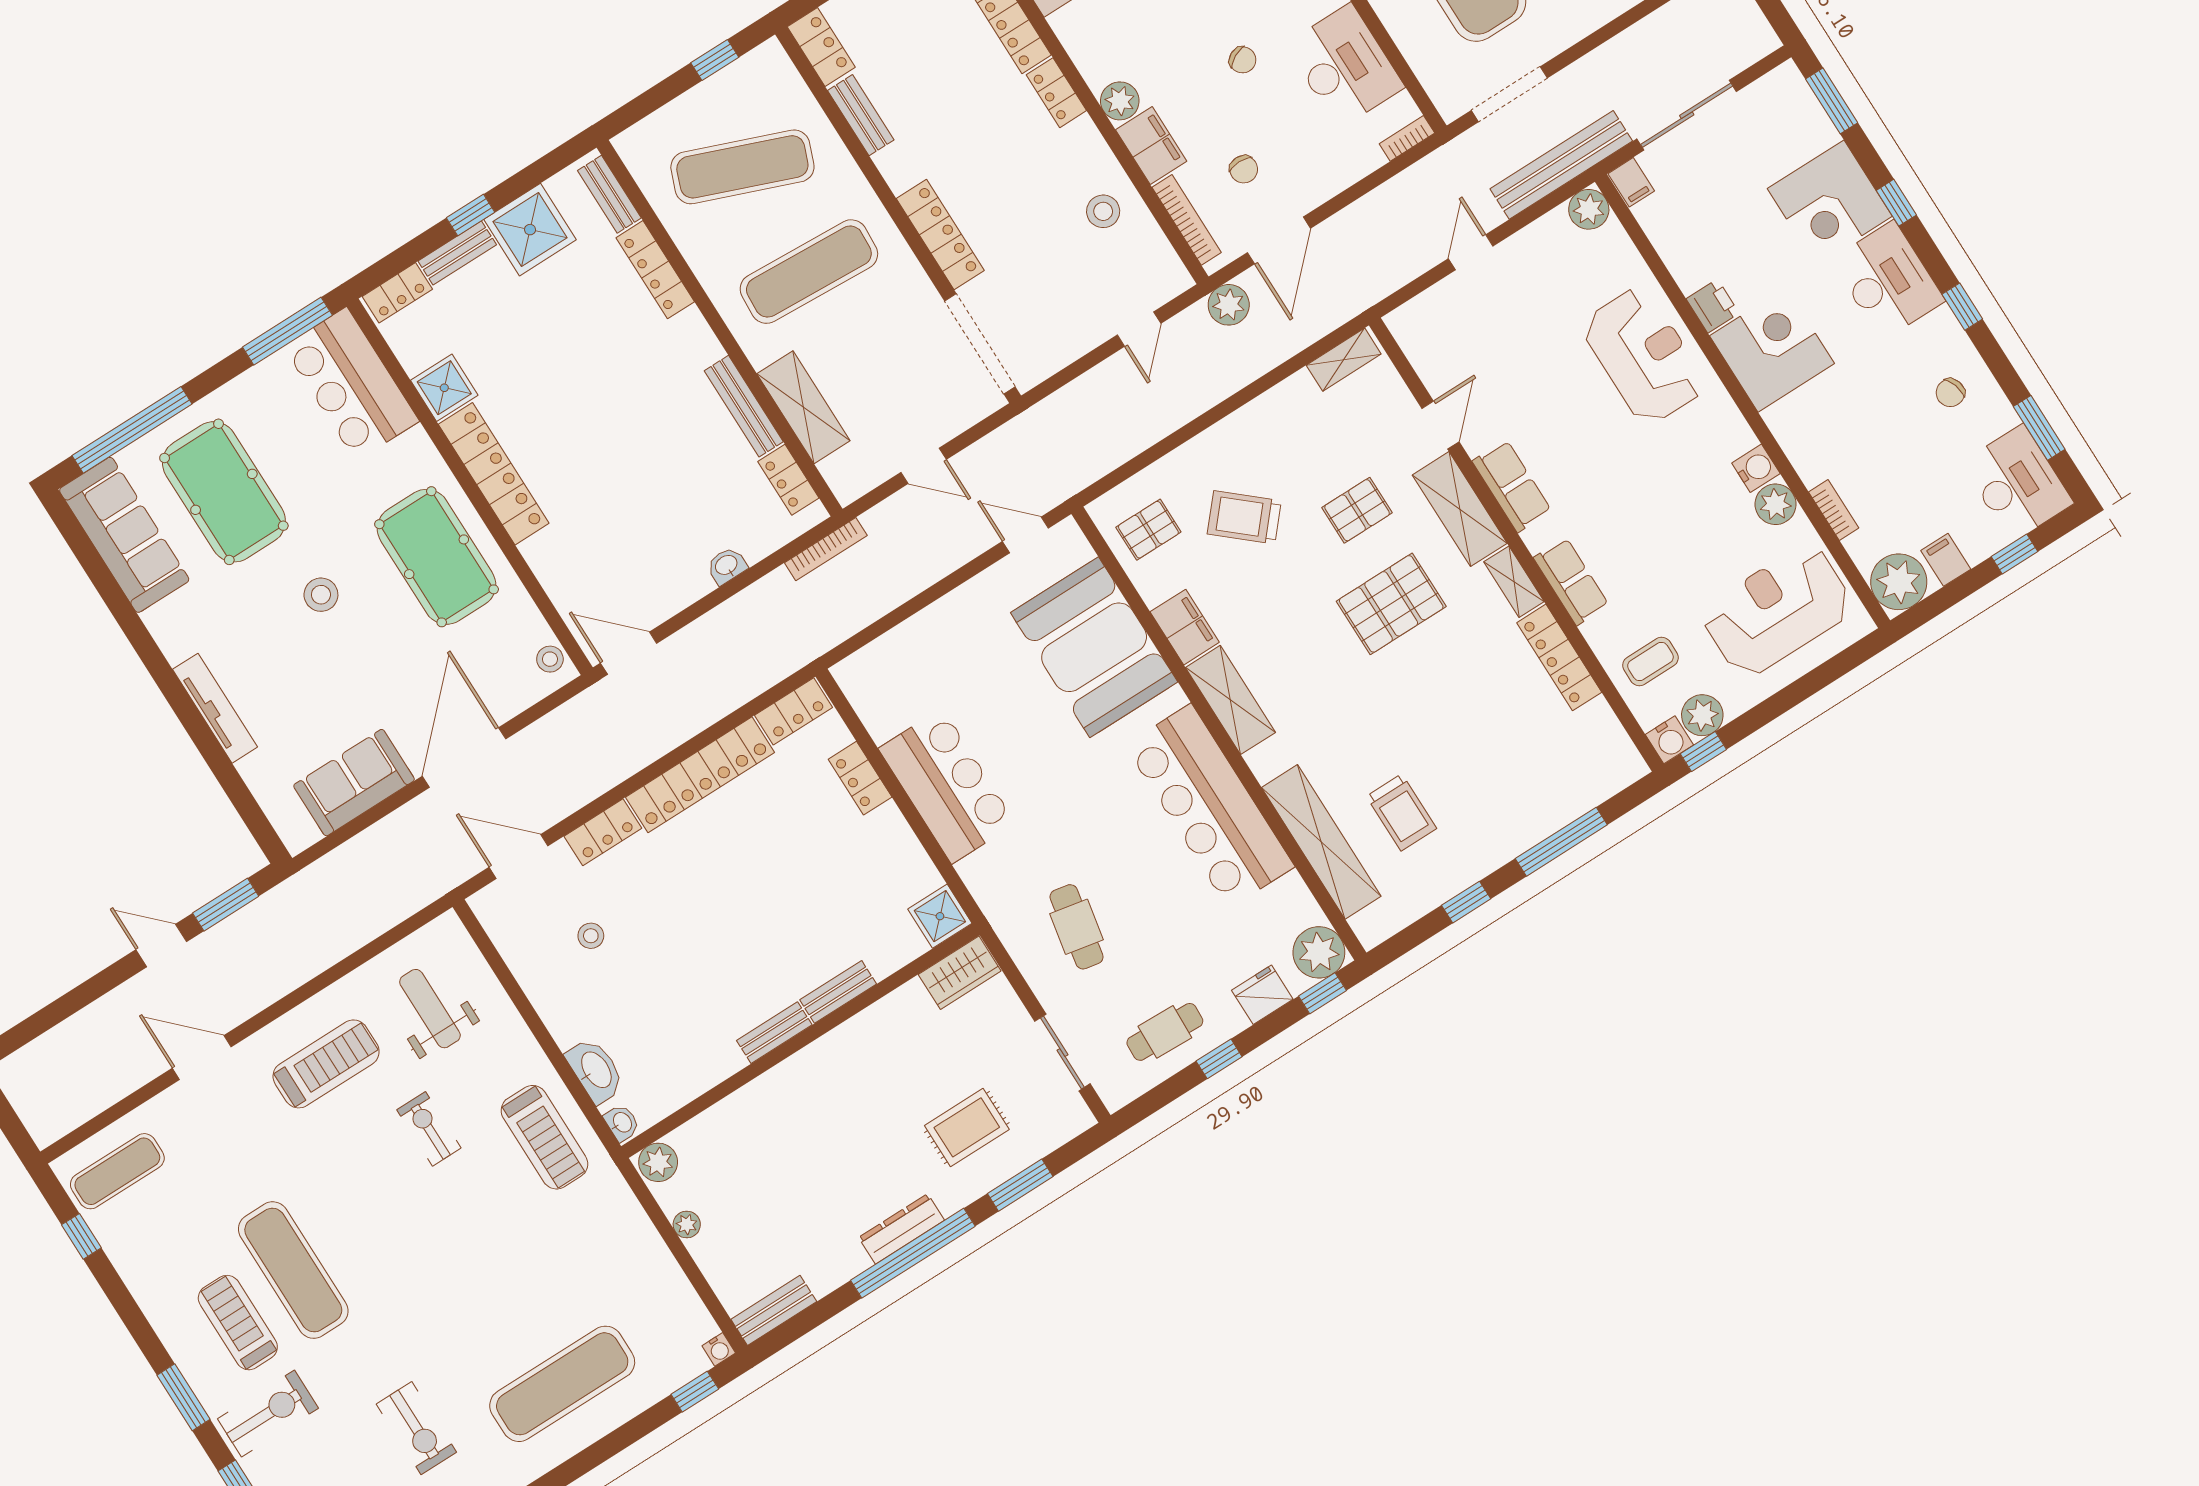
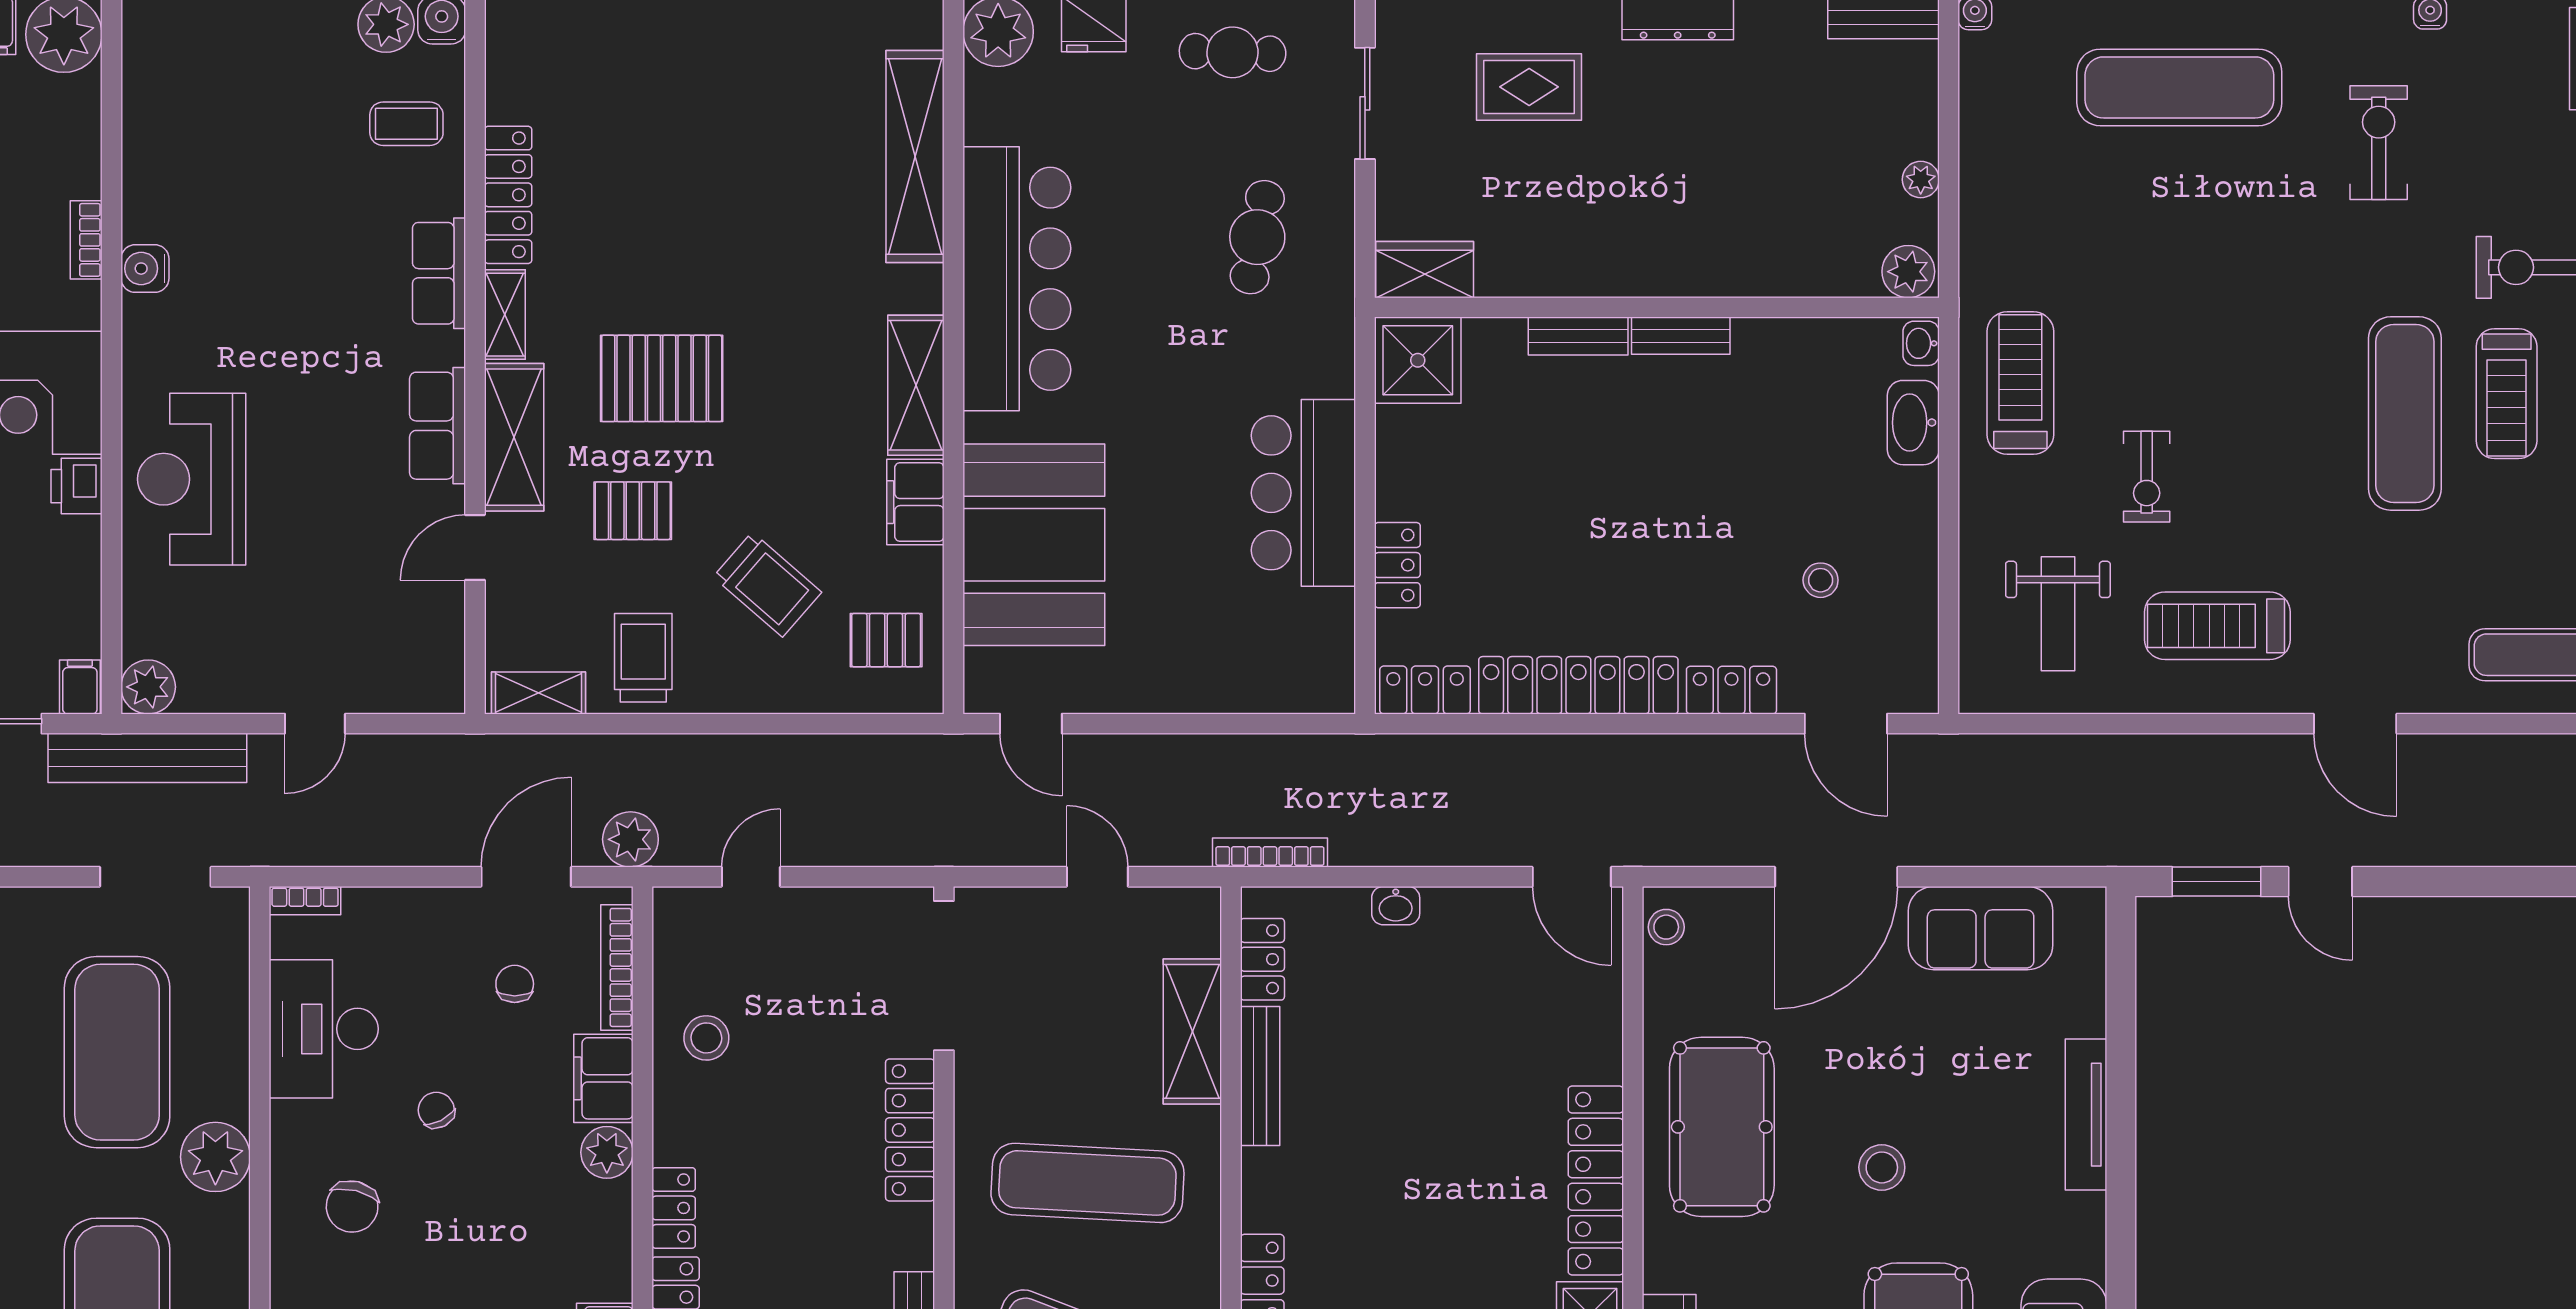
plant: (1776, 504) -> (149, 213), removed
bookcase: (1834, 510) -> (86, 240), moved
reception desk: (1777, 610) -> (224, 90), removed
trolley: (1401, 812) -> (643, 658), moved
shower: (940, 916) -> (1418, 360), width x1.36, depth x1.36

